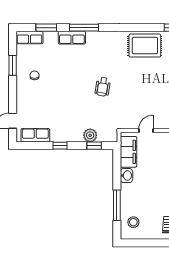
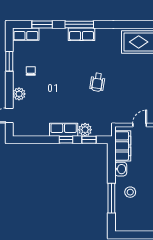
row of seats: (72, 38) -> (81, 34), moved
plant: (23, 99) -> (19, 94), added
row of seats: (35, 135) -> (64, 130), moved
window: (60, 146) -> (66, 140), moved
stool: (133, 222) -> (130, 192), moved

